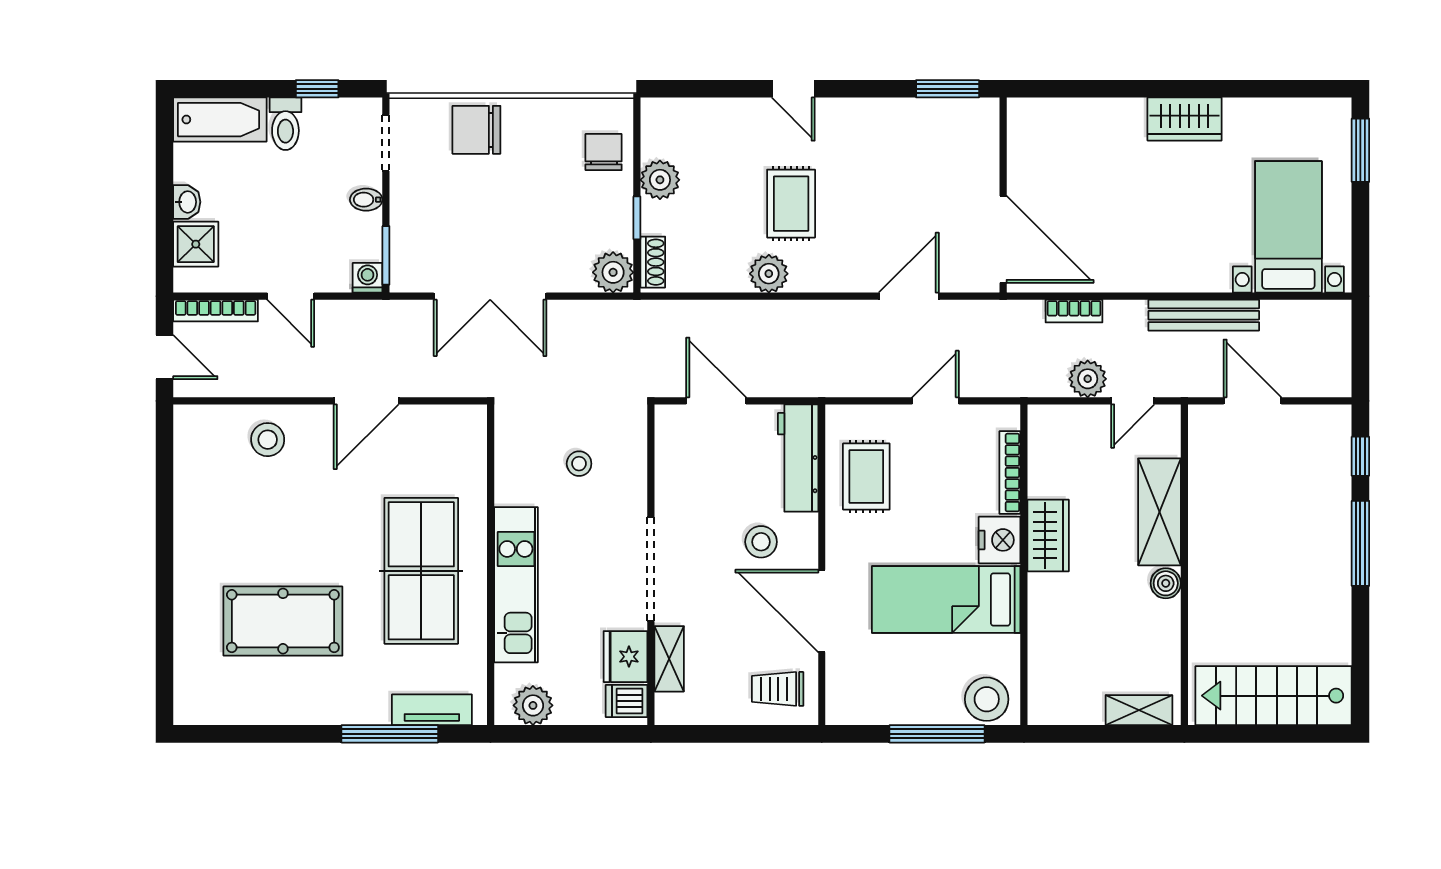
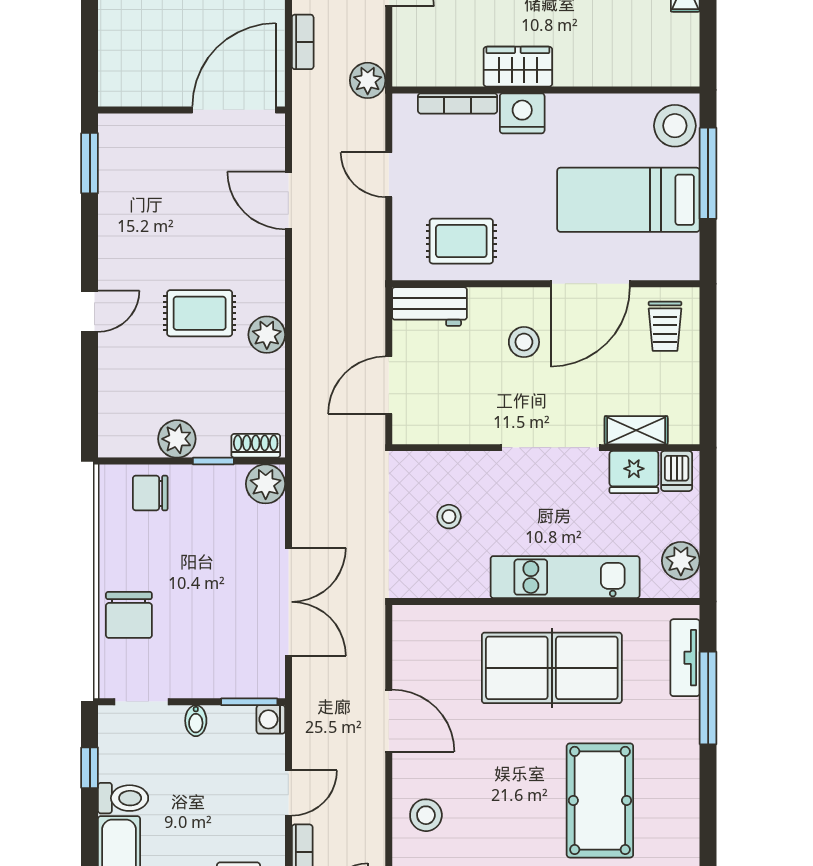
plant: (1088, 379) -> (368, 80), moved
workbench: (798, 458) -> (430, 307), width x0.73
bed: (946, 599) -> (628, 200), moved, turned 90

